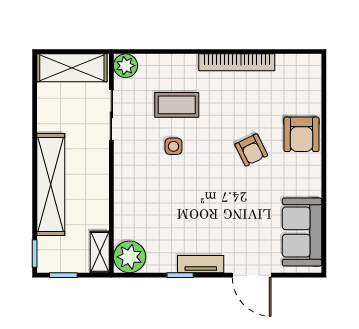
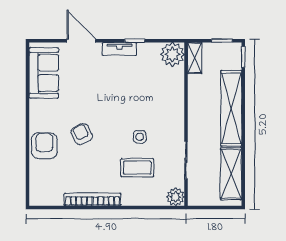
shelving: (72, 68) -> (231, 174), moved, turned 90

